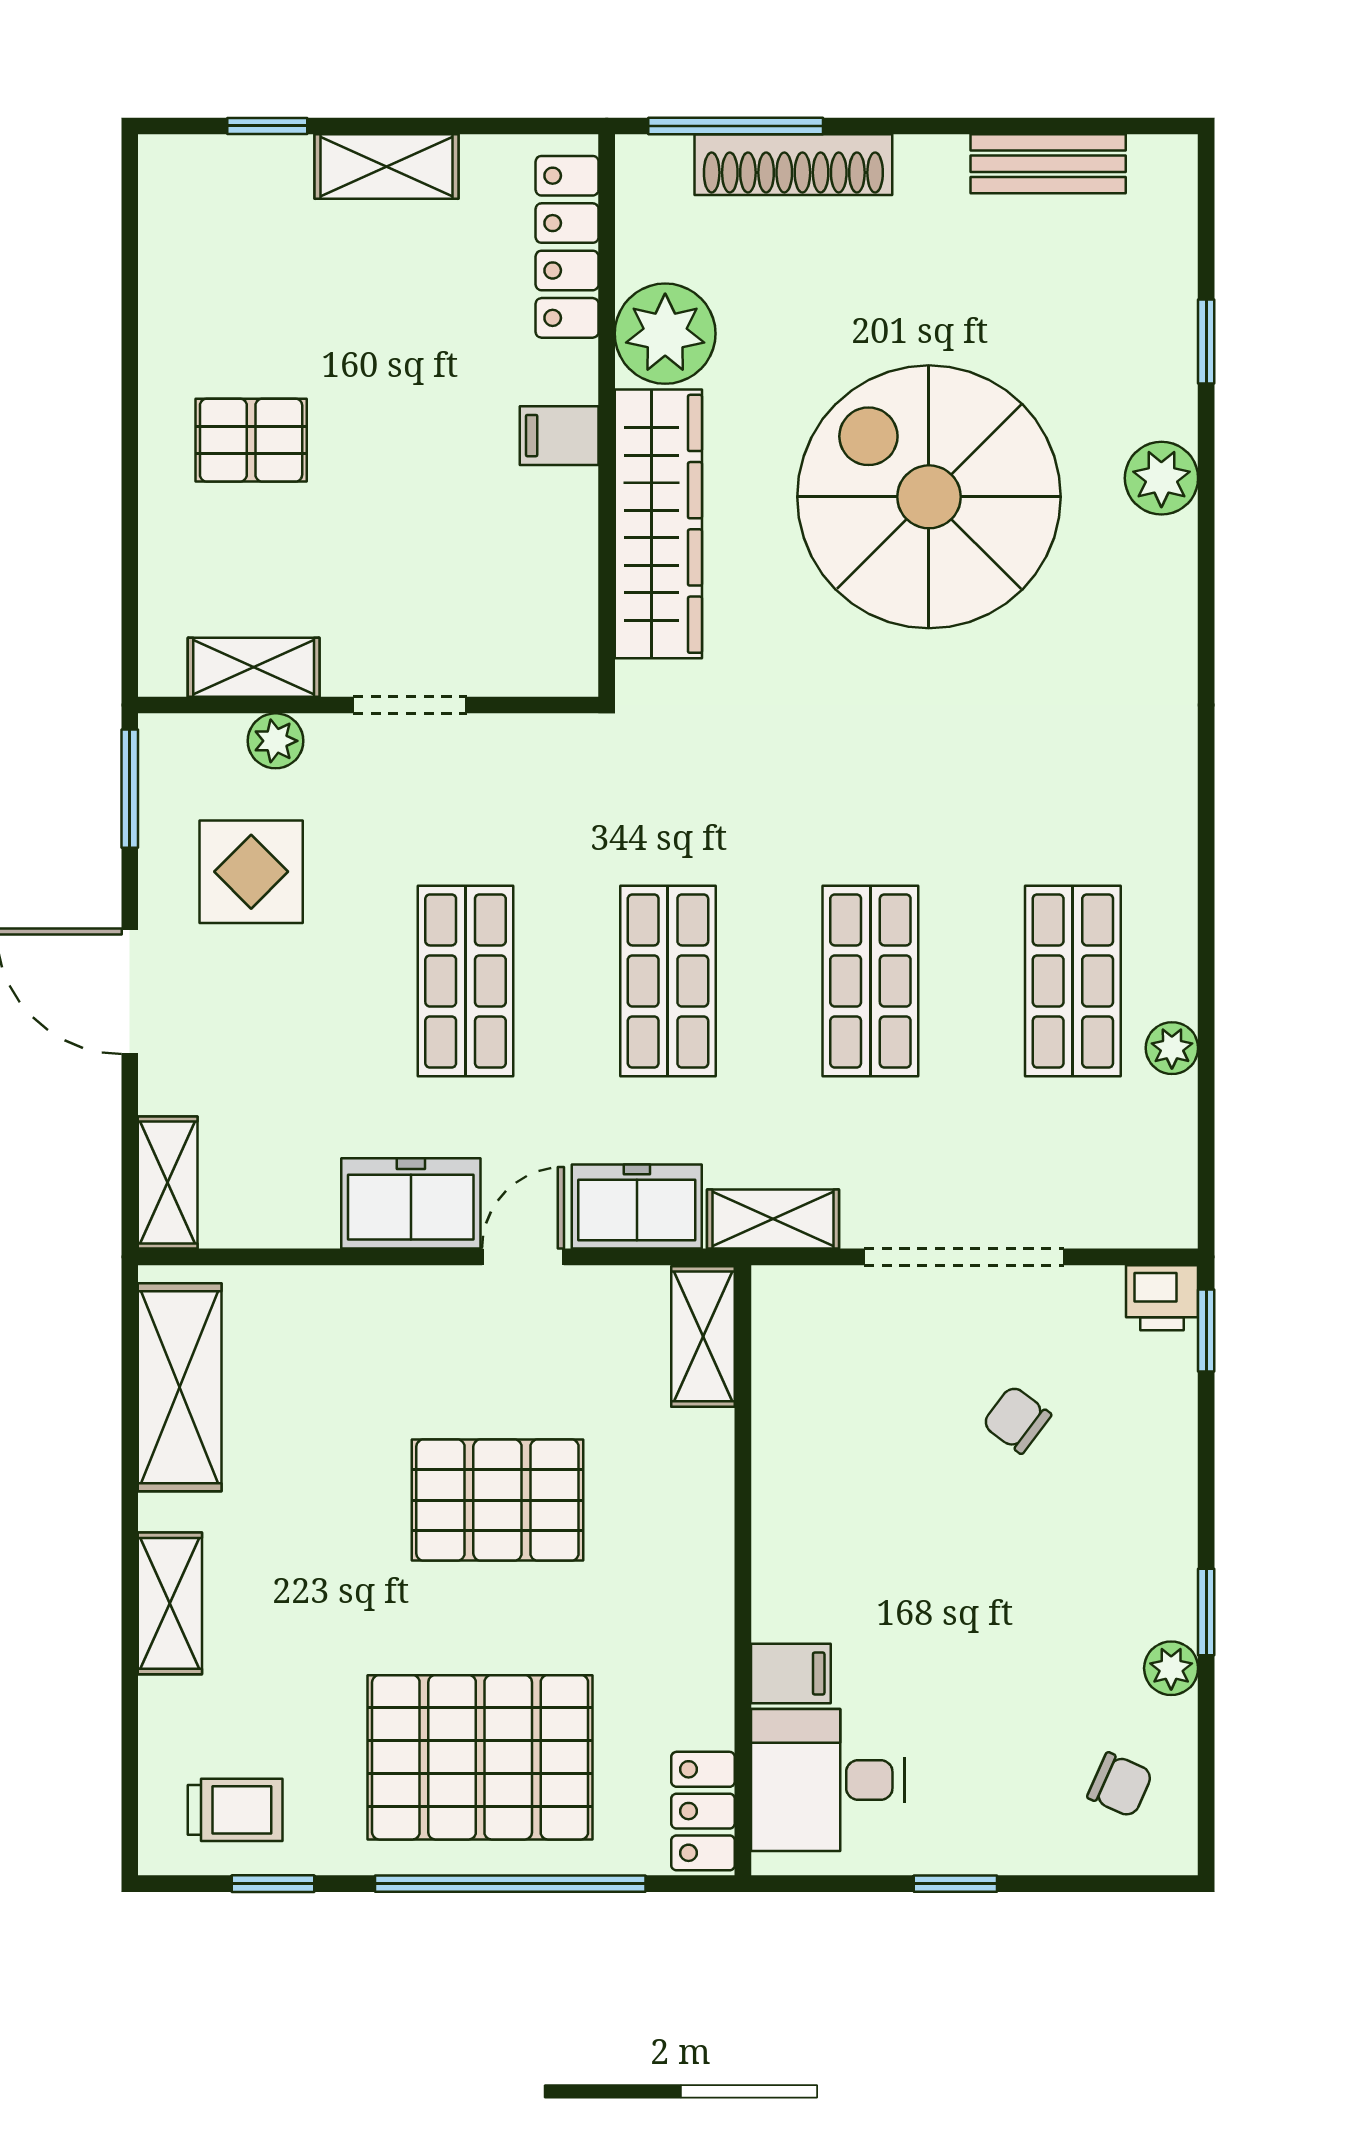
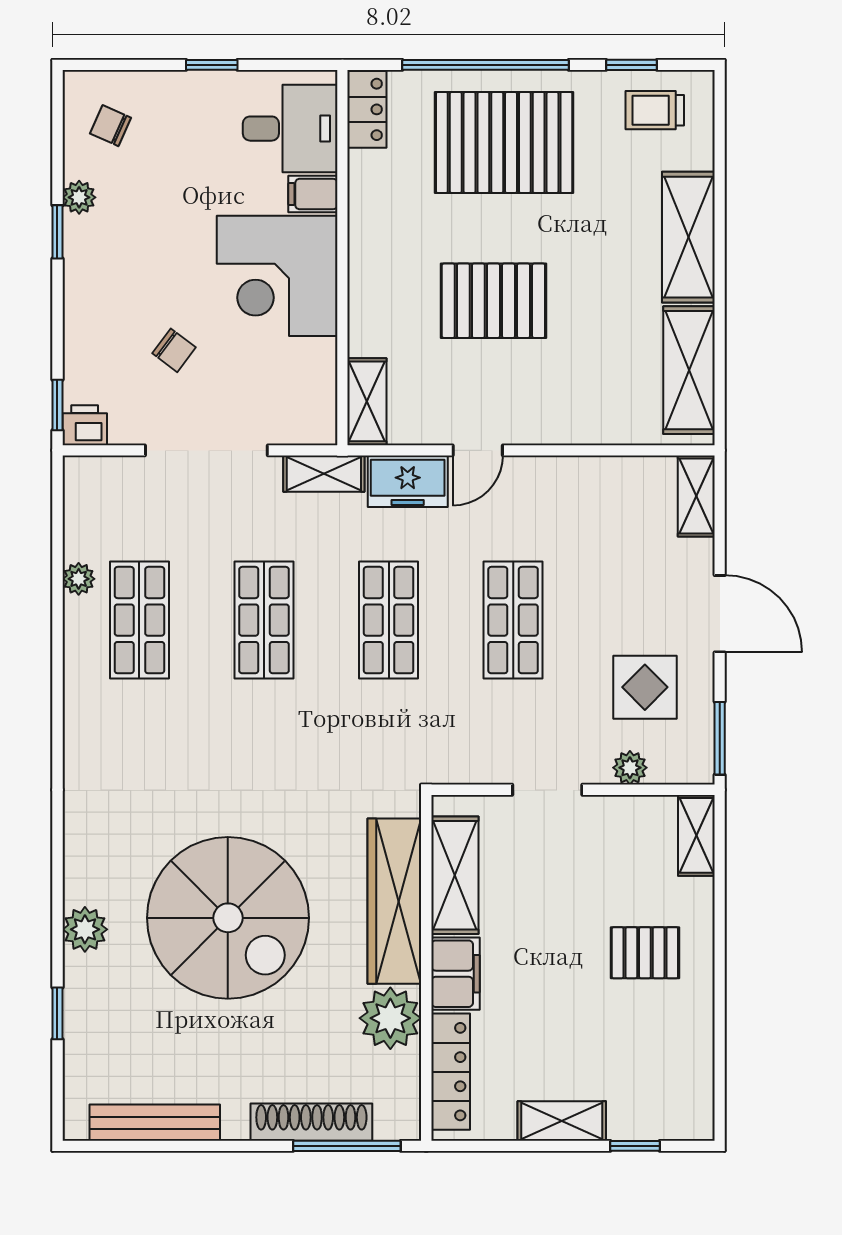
bench: (1048, 164) -> (155, 1123), width x1.36
filing cabinet: (559, 436) -> (455, 974), width x2.00
shelving: (560, 566) -> (455, 875), added
shelving: (254, 667) -> (696, 835), moved, turned 90
freezer: (411, 1203) -> (547, 483), removed
corner desk: (849, 1540) -> (277, 276), added
shelving: (170, 1603) -> (688, 237), width x1.50, depth x1.33

